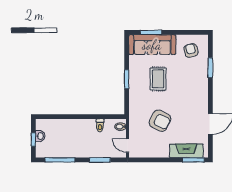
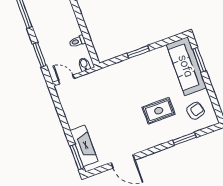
rug: (158, 79) -> (159, 111), moved
armchair: (160, 121) -> (106, 105), removed
door: (127, 146) -> (66, 79), hinge flipped

